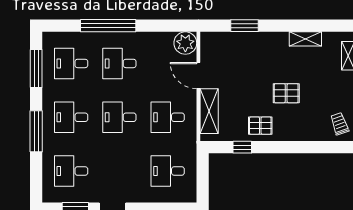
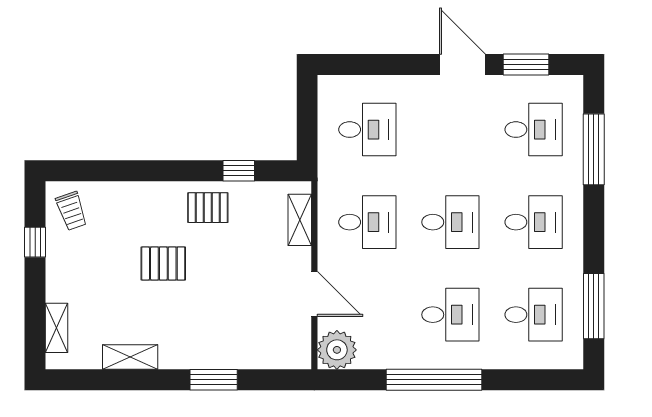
window: (108, 26) -> (434, 380), moved
window: (244, 26) -> (214, 380), moved
shelving: (209, 111) -> (300, 220), width x0.67, depth x0.75
window: (36, 131) -> (594, 149), moved

